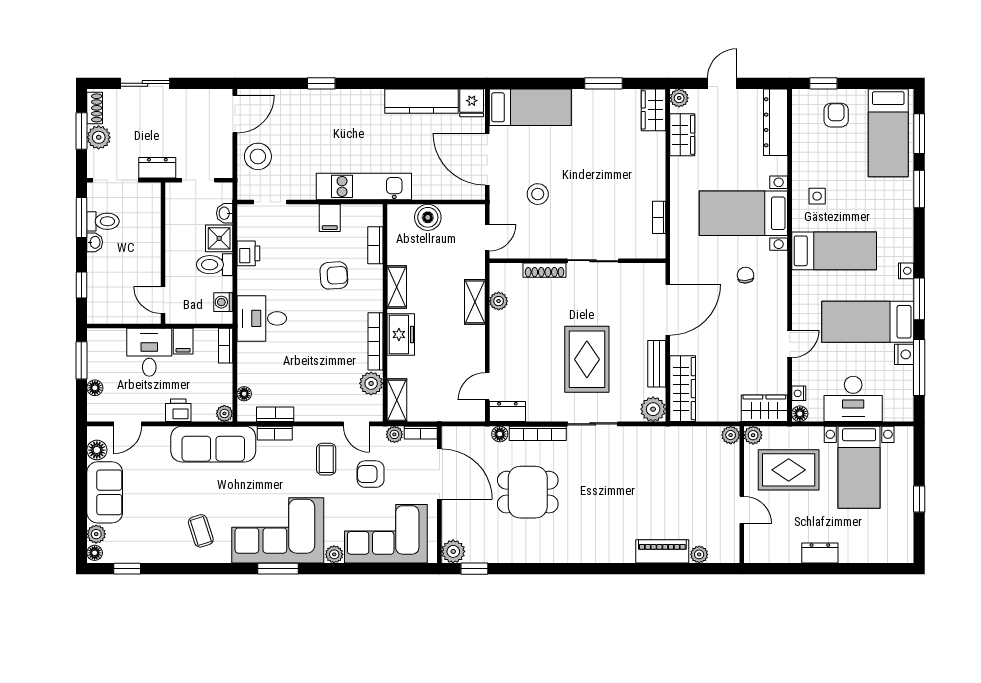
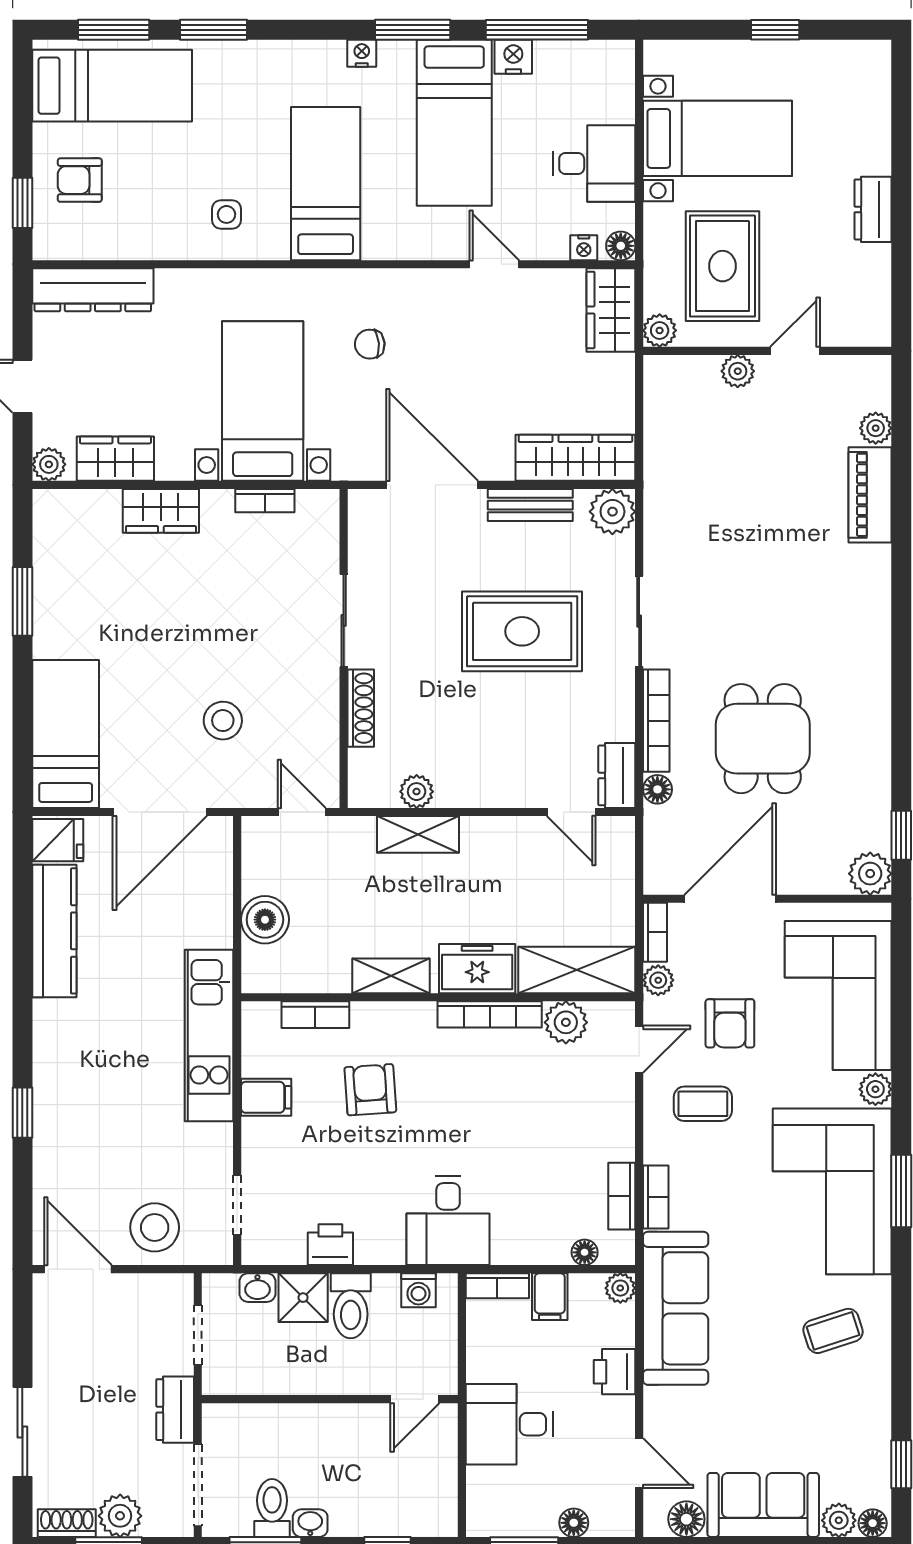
wardrobe: (653, 110) -> (161, 511), moved
bed with nightstands: (743, 213) -> (263, 401), moved, turned 180
filing cabinet: (183, 341) -> (550, 1297), moved, turned 90
desk: (853, 399) -> (594, 163), width x0.73
shelving: (397, 400) -> (577, 970), width x1.50, depth x1.33
plant: (731, 435) -> (738, 371), moved

